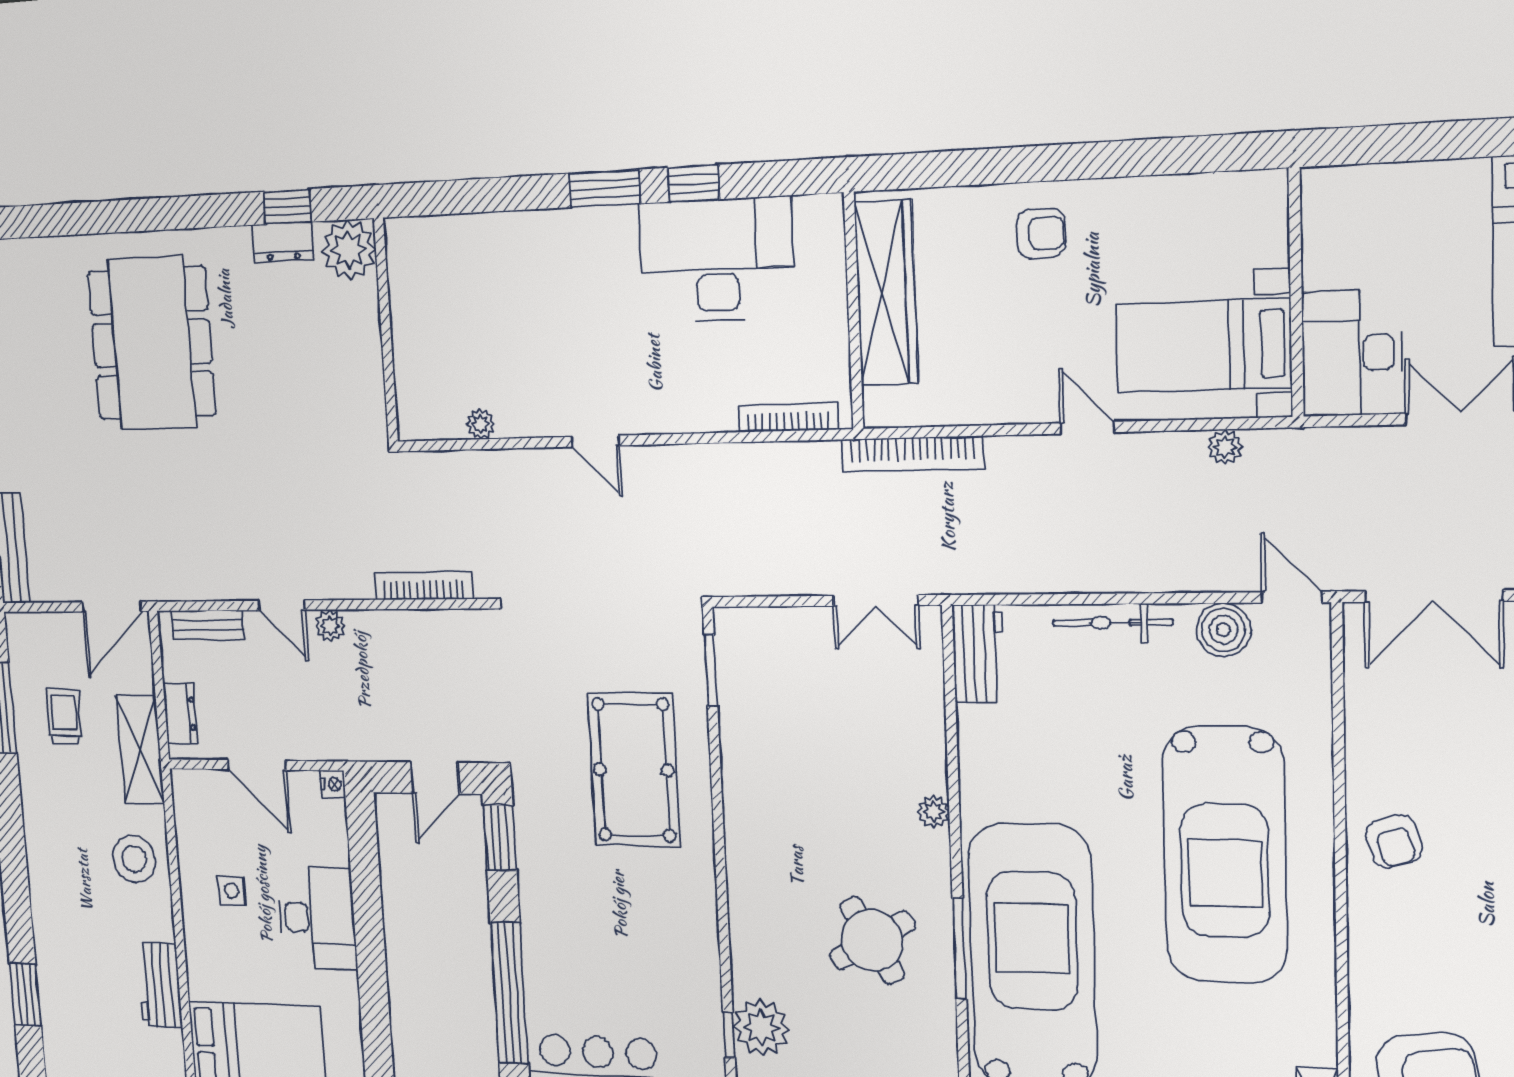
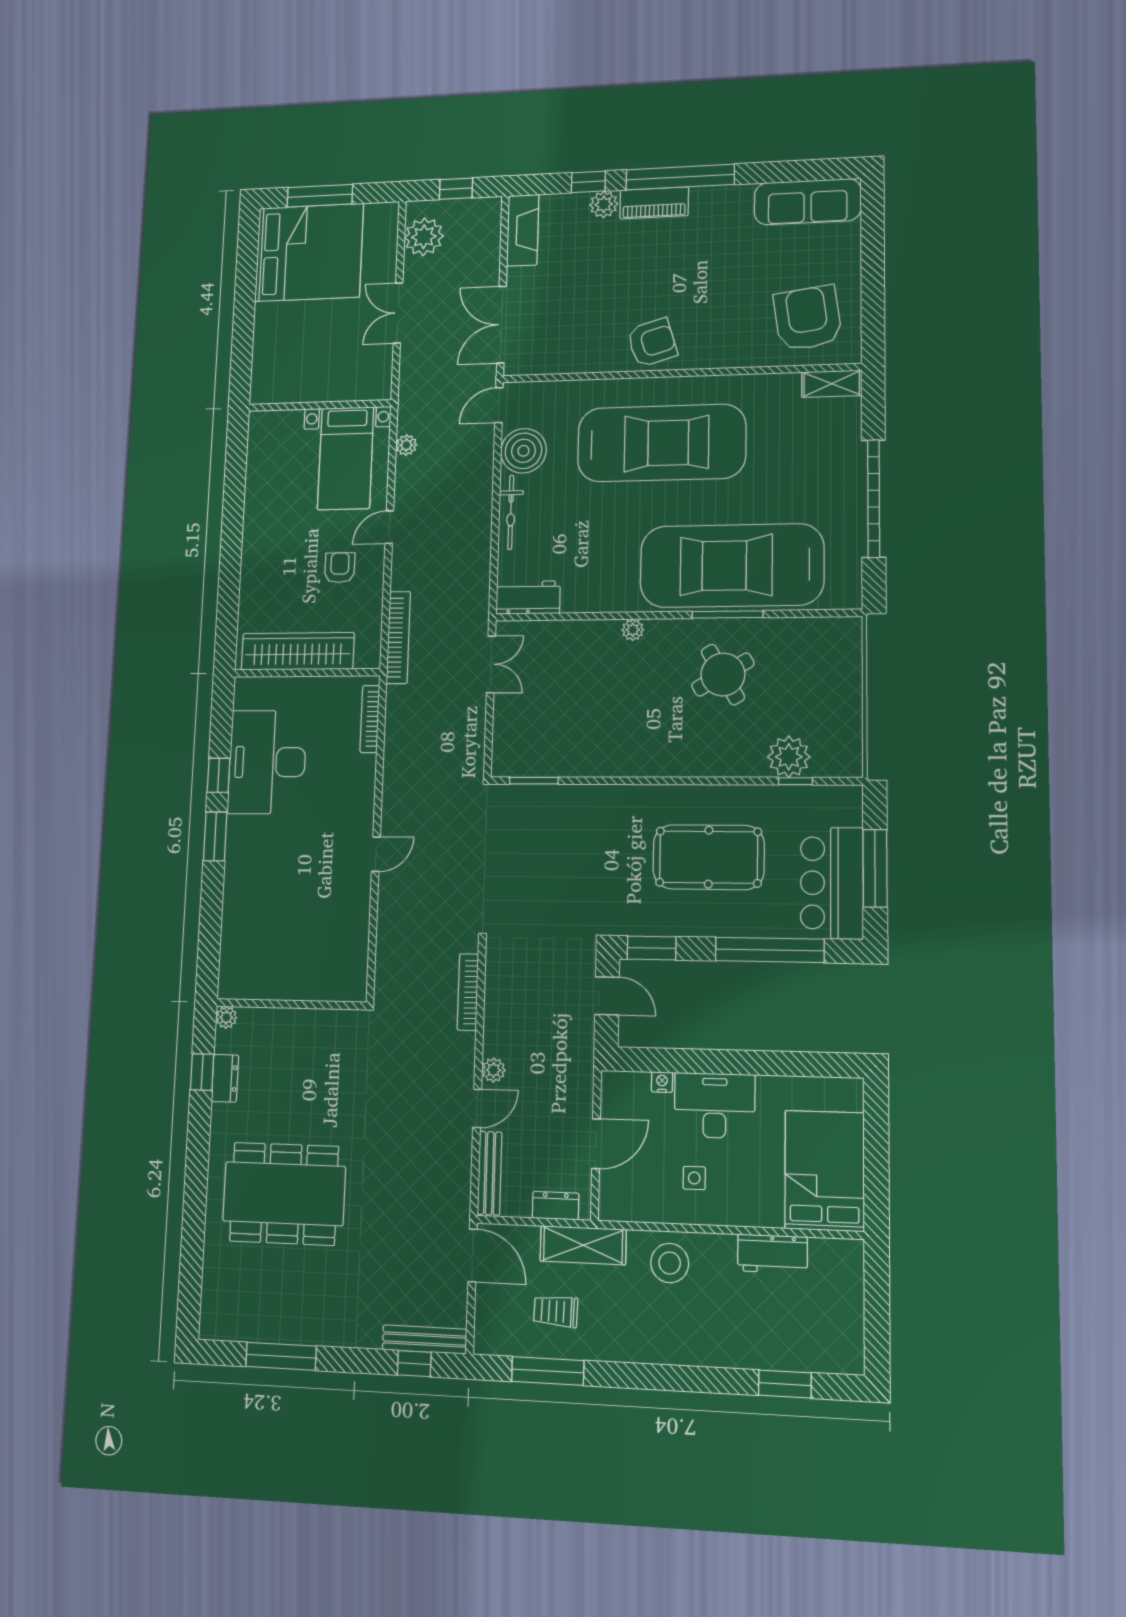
armchair: (1041, 233) -> (340, 568), moved
plant: (349, 250) -> (226, 1017), width x0.53, depth x0.53
desk: (1352, 353) -> (357, 374), removed
plant: (481, 424) -> (359, 938), removed
double door: (1434, 596) -> (501, 325), swing flipped
bench: (208, 625) -> (490, 1173), width x1.36
boiler: (1223, 630) -> (523, 451), width x1.37, depth x1.37
pool table: (634, 770) -> (709, 857), moved
nightstand: (333, 784) -> (662, 1082), moved
armchair: (1394, 841) -> (652, 343), width x1.38, depth x1.38

